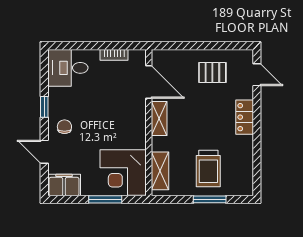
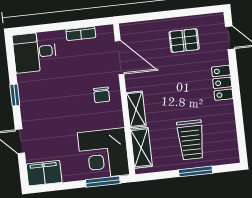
shelving: (159, 119) -> (136, 109), moved
chair: (64, 127) -> (102, 95), moved, turned 180
window: (105, 199) -> (103, 182), moved

